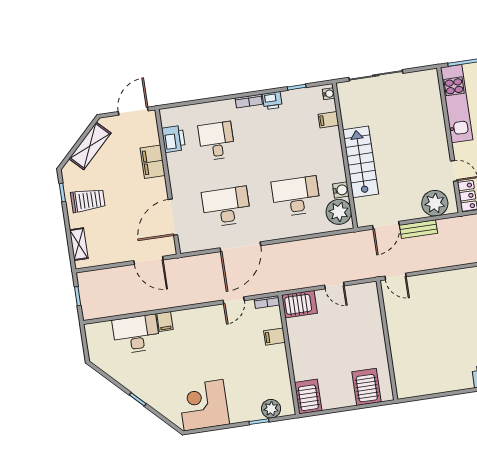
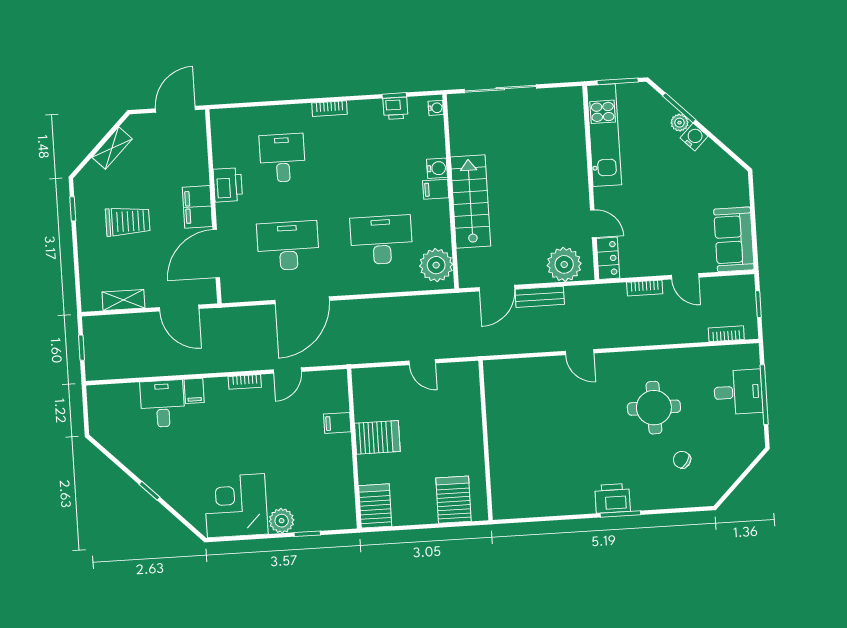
printer: (272, 101) -> (395, 108), moved
filing cabinet: (328, 120) -> (436, 189), moved
printer: (174, 139) -> (228, 185), moved
shelving: (90, 146) -> (112, 148), width x0.67, depth x0.75
filing cabinet: (153, 162) -> (197, 207), moved
water cooler: (341, 190) -> (437, 168), moved
trolley: (88, 200) -> (128, 221), moved
shelving: (79, 244) -> (123, 300), moved, turned 90
door: (396, 276) -> (580, 352), moved
bookcase: (267, 302) -> (245, 382), moved
server rack: (299, 304) -> (377, 437), moved
desk: (136, 334) -> (163, 404), width x0.73
plant: (271, 409) -> (282, 521), moved

